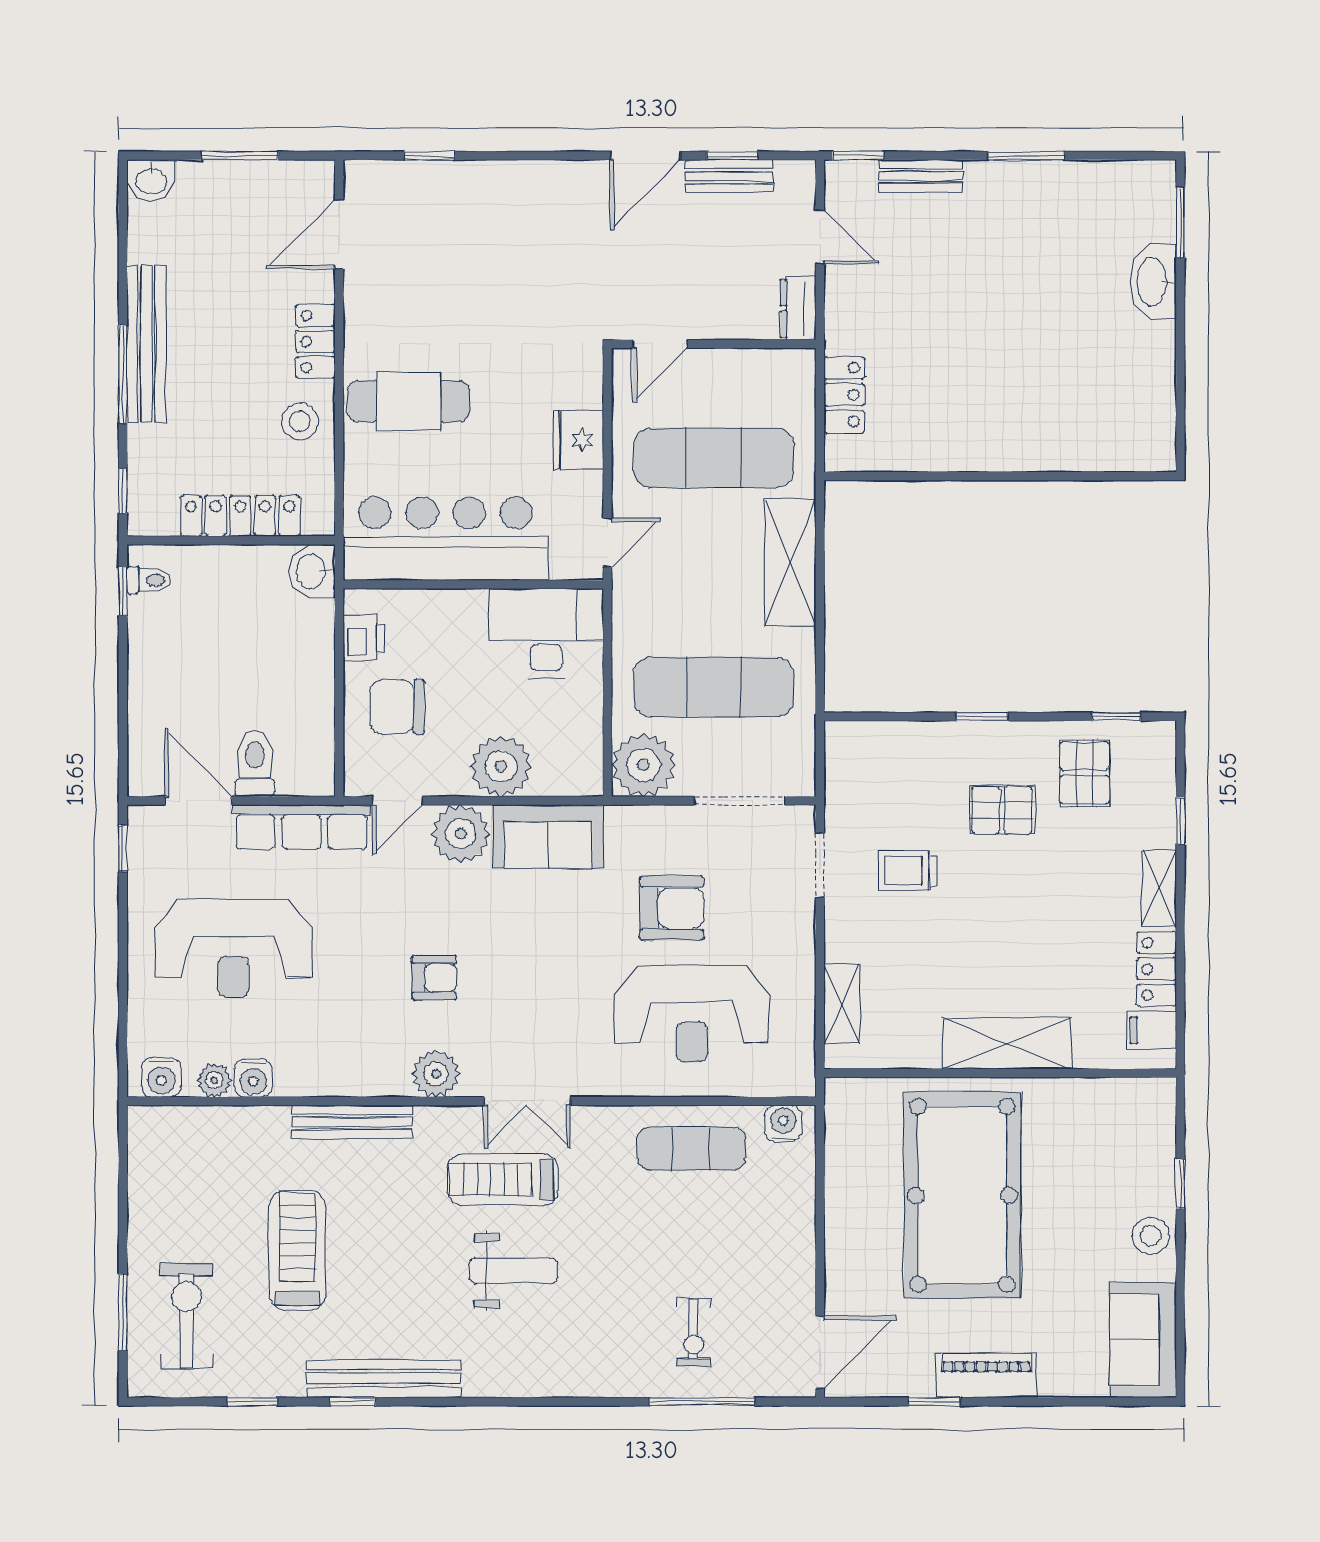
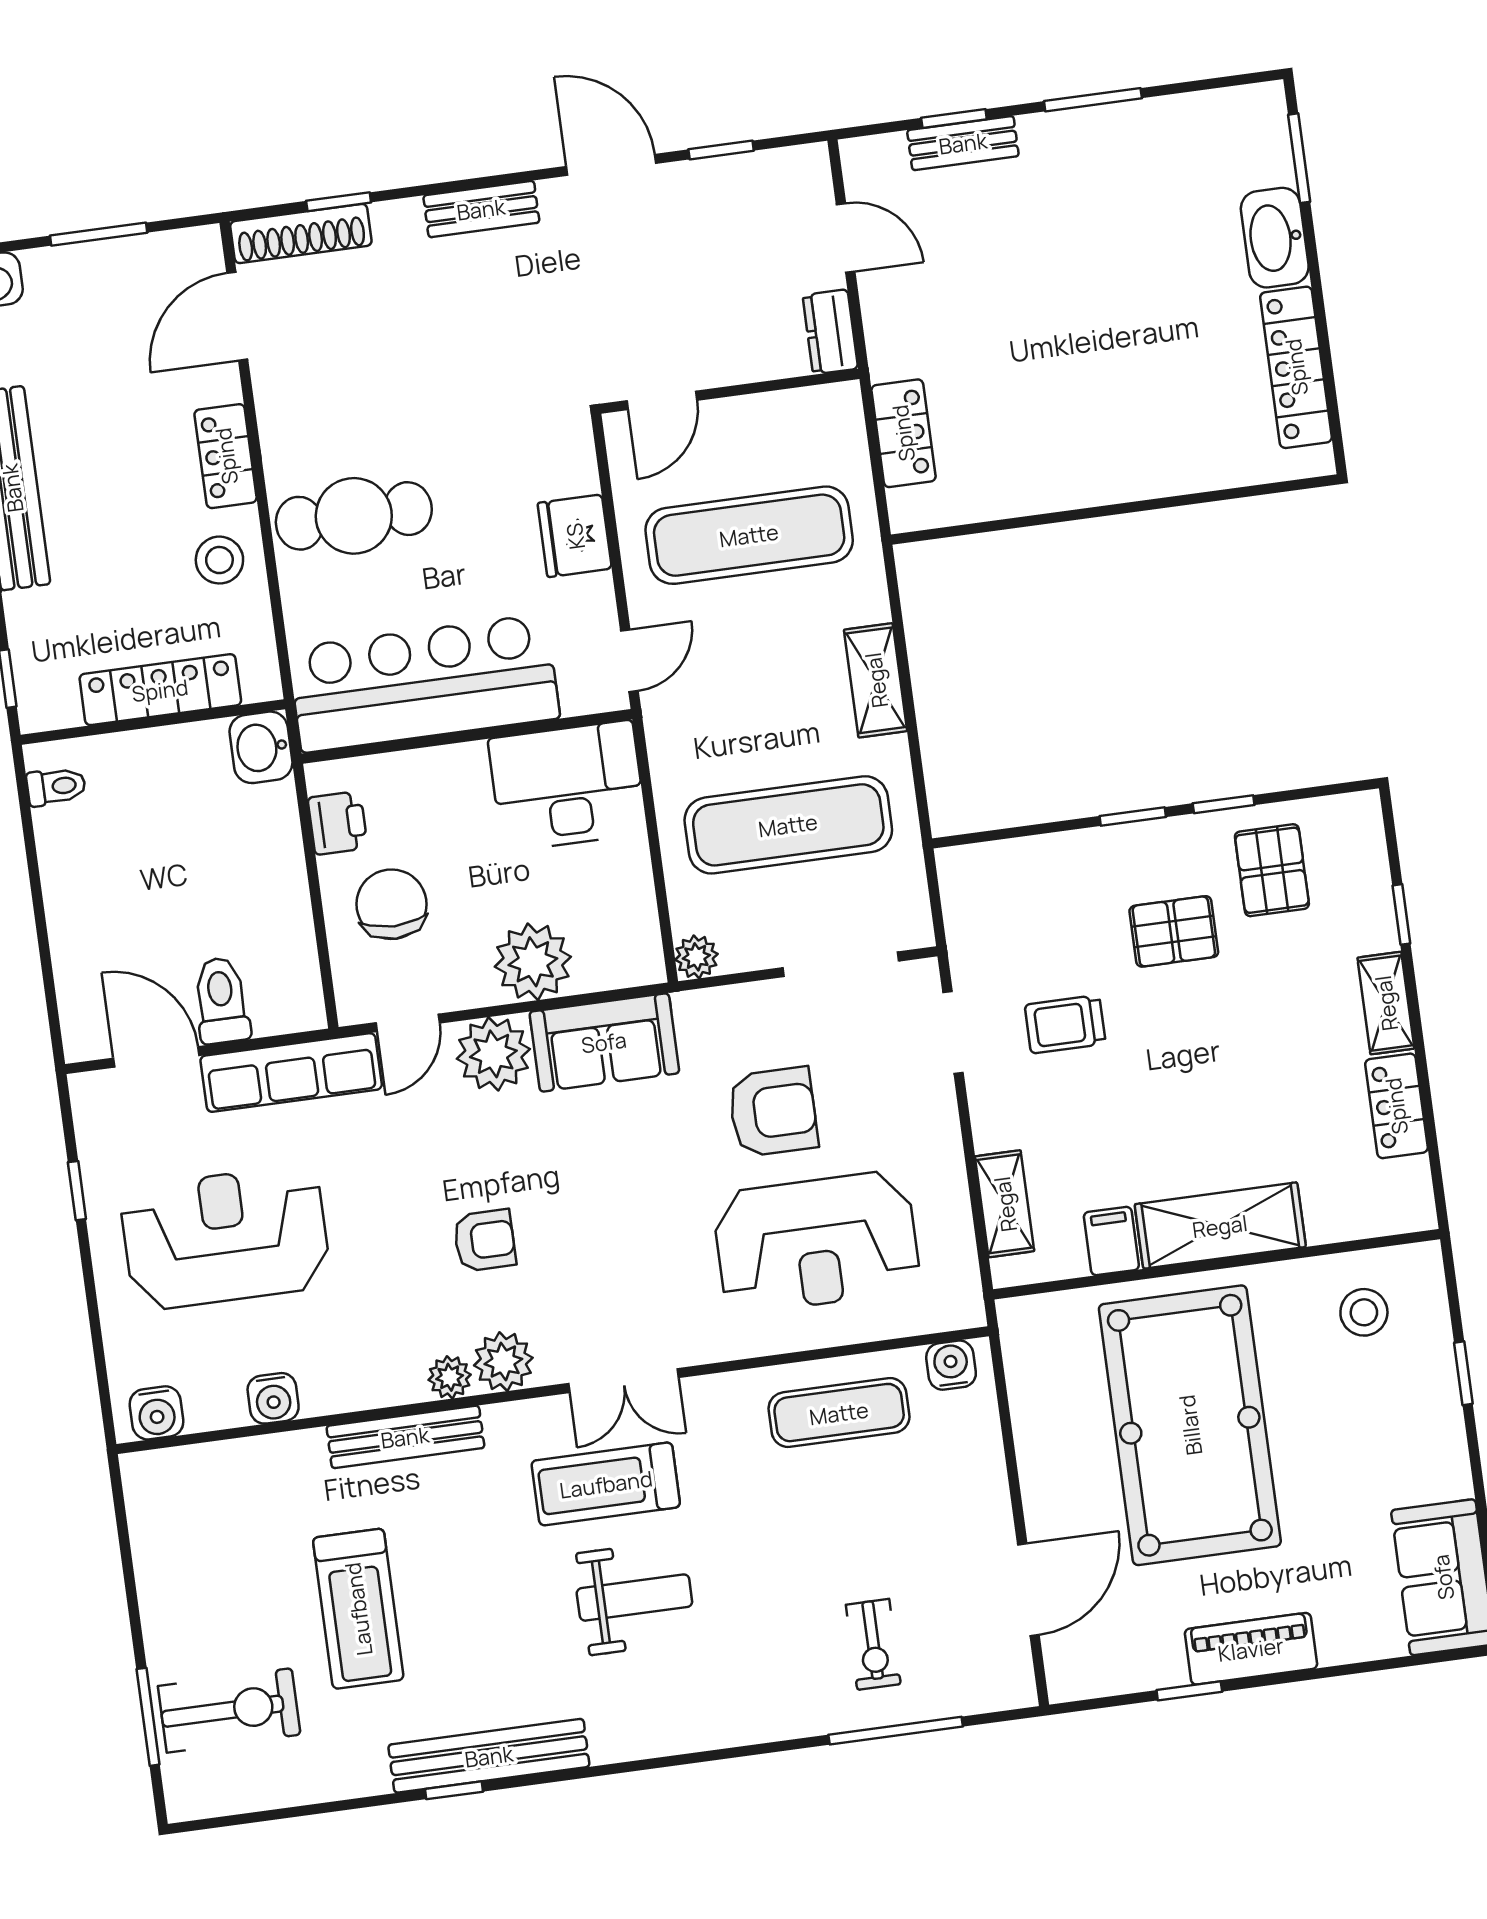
door: (645, 156) -> (611, 165), swing flipped
window: (858, 156) -> (954, 119), moved
shoe rack: (397, 176) -> (301, 233), added
bench: (729, 176) -> (481, 209), moved
locker: (1156, 385) -> (1296, 367), added
shelving: (790, 562) -> (876, 680), width x0.67, depth x0.75
window: (123, 591) -> (25, 805), removed
chair: (397, 707) -> (391, 904), turned 90
window: (1116, 717) -> (1224, 804), moved
plant: (643, 765) -> (696, 957), width x0.53, depth x0.53
window: (123, 848) -> (77, 1191), moved
reception desk: (233, 948) -> (225, 1238), turned 180
filing cabinet: (1151, 1030) -> (1111, 1241), moved, turned 90
plant: (214, 1080) -> (450, 1377), moved
stool: (1151, 1236) -> (1364, 1312), moved
treadmill: (297, 1250) -> (358, 1609), turned 180
exercise bike: (187, 1316) -> (229, 1710), turned 90
door: (820, 1352) -> (1028, 1590), moved
window: (252, 1402) -> (327, 1808), removed

